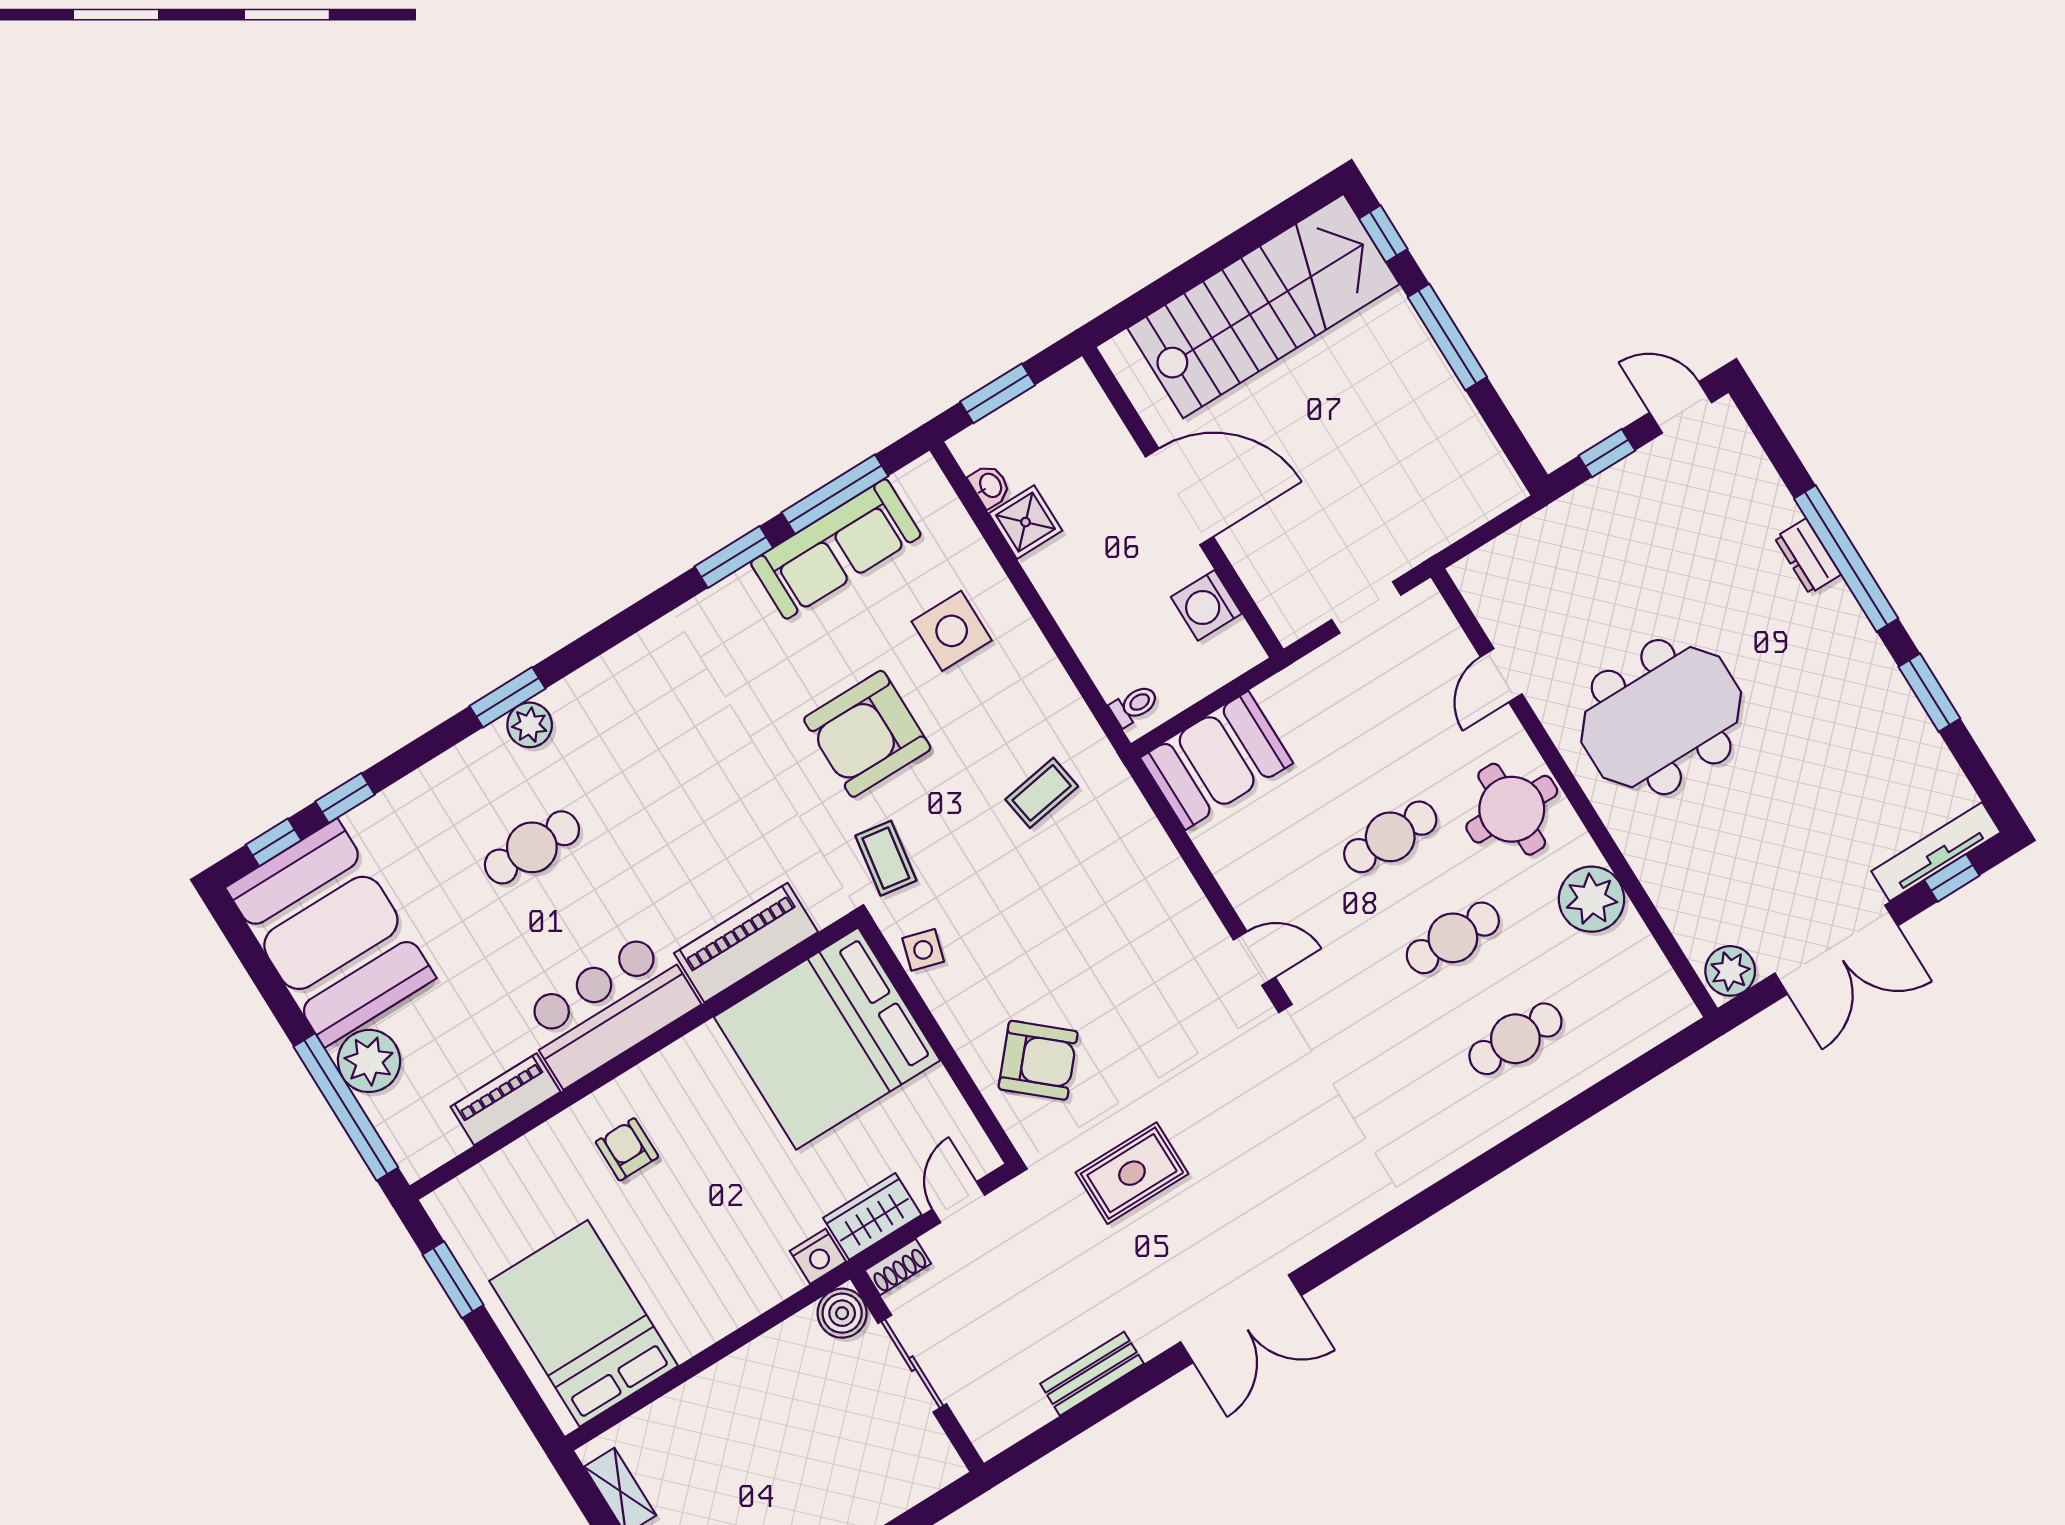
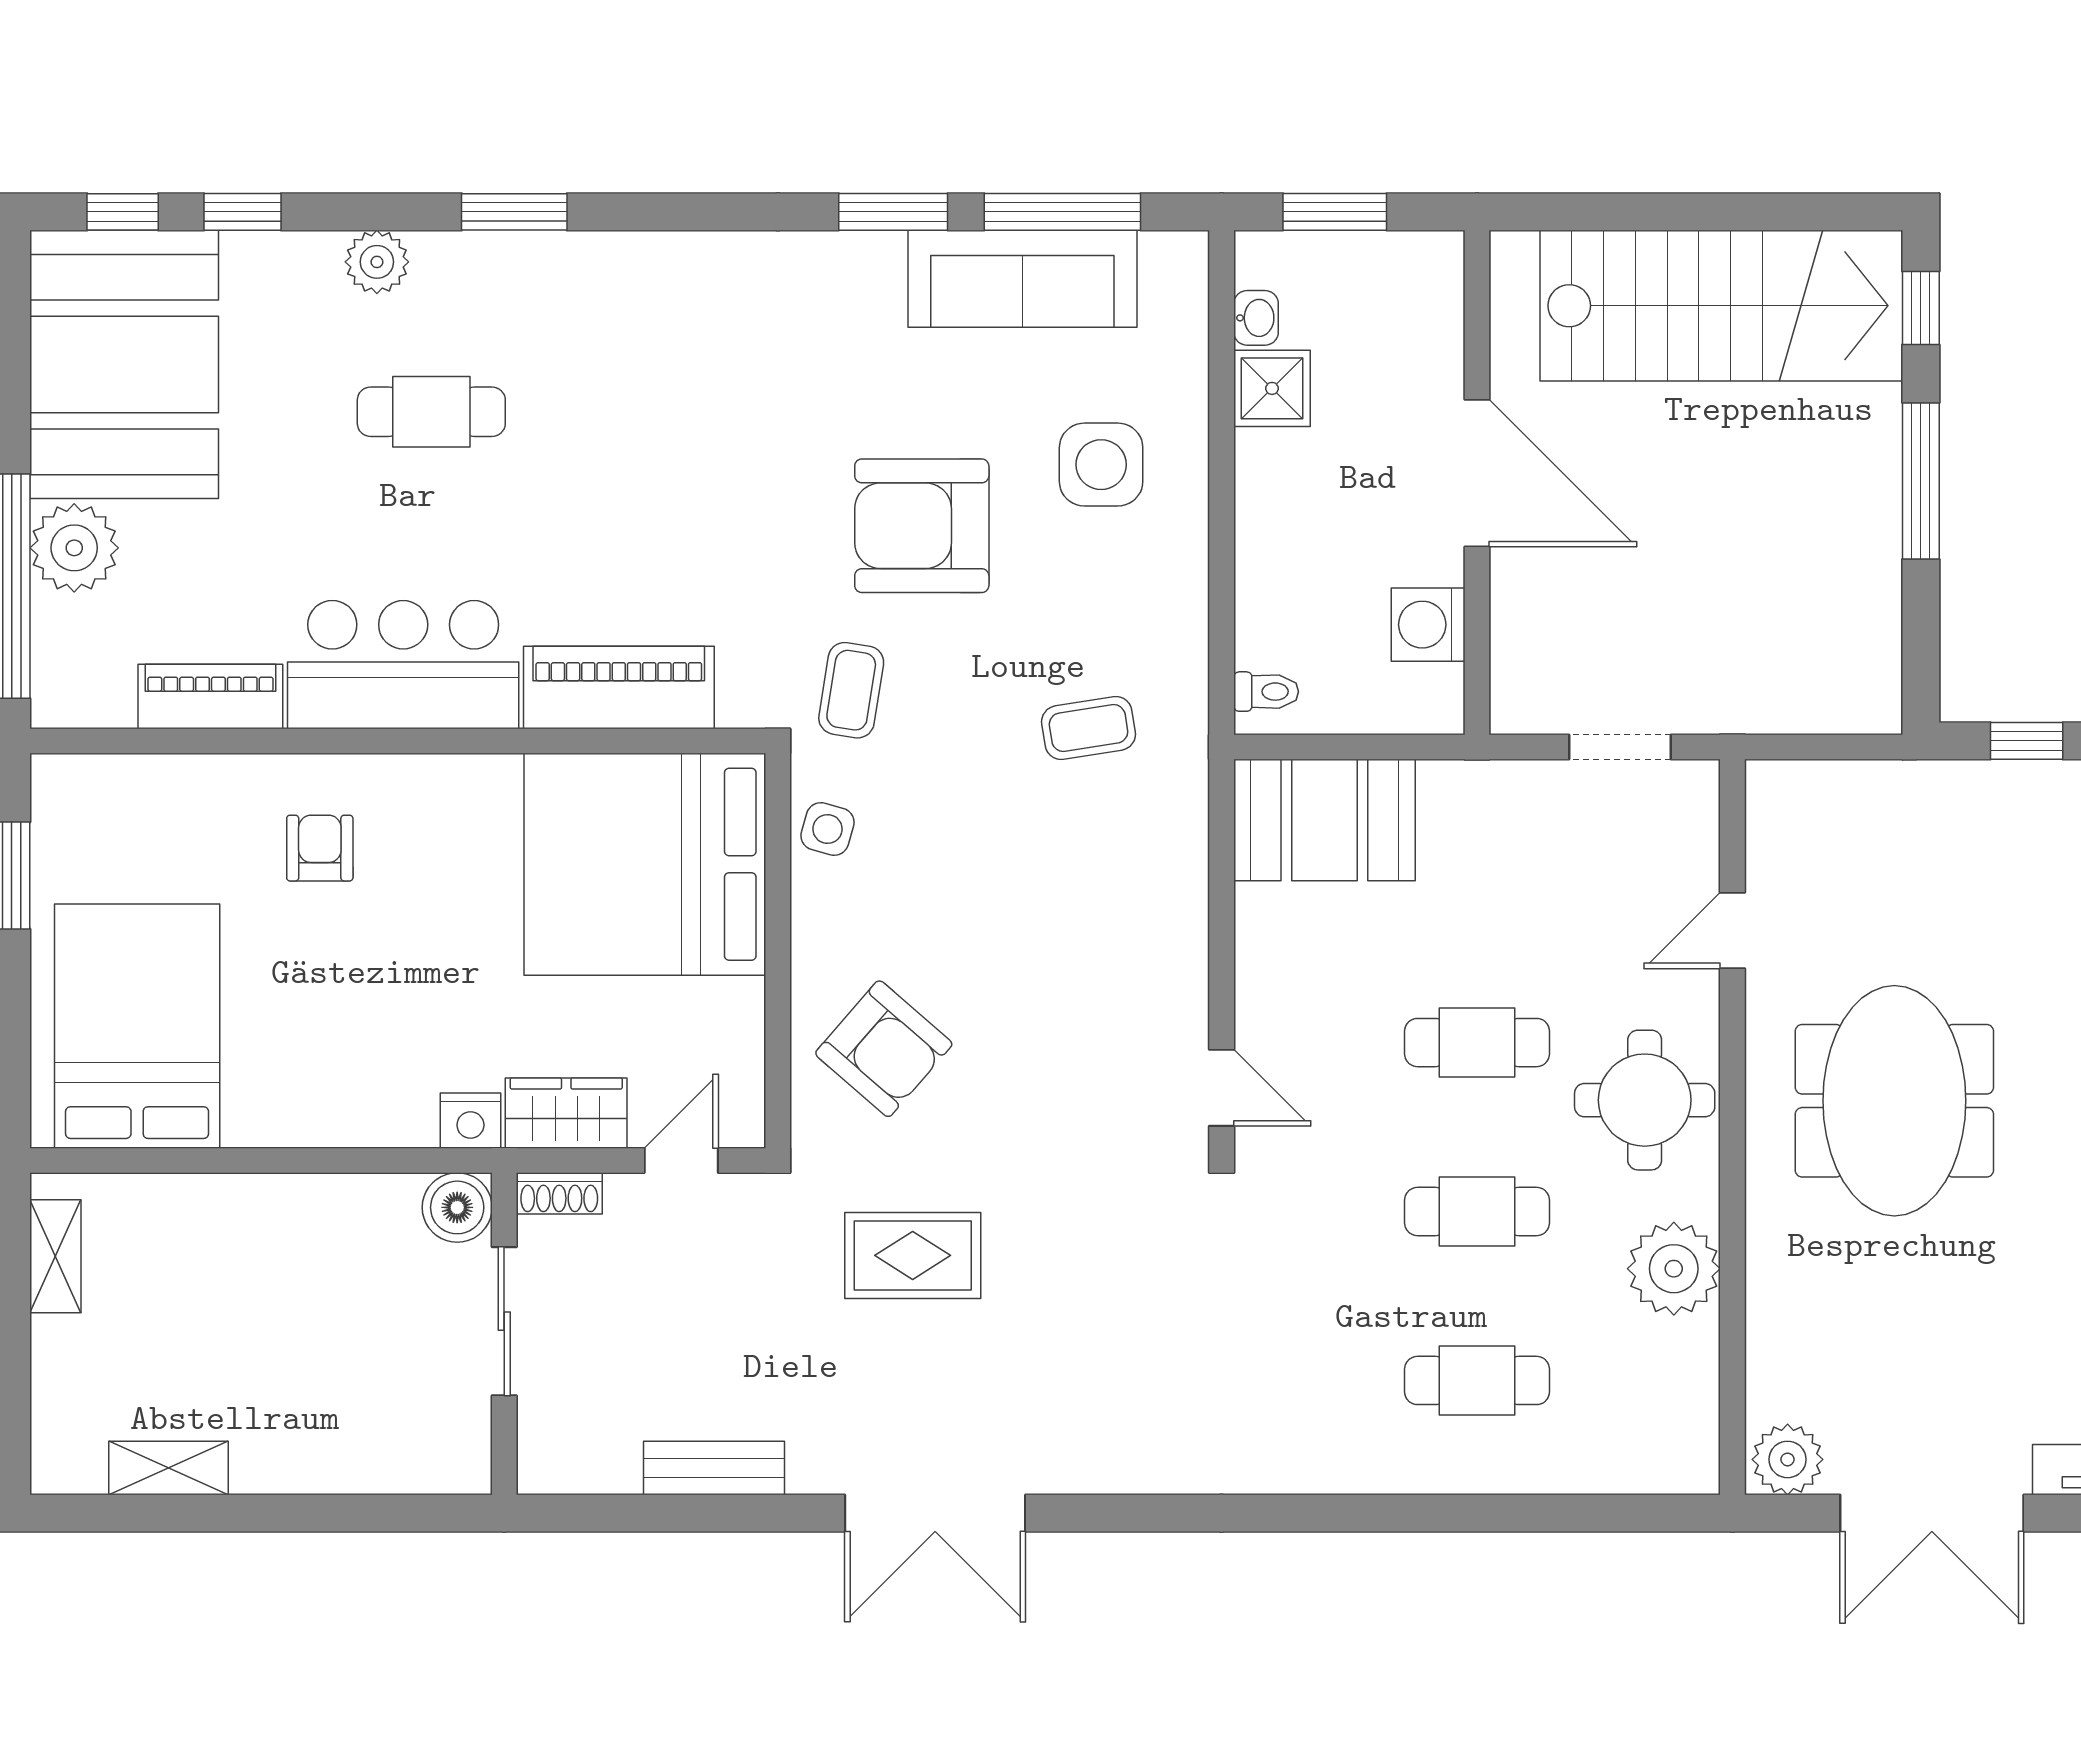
meeting table: (1661, 717) -> (1894, 1101), turned 90
plant: (530, 725) -> (377, 262), moved

